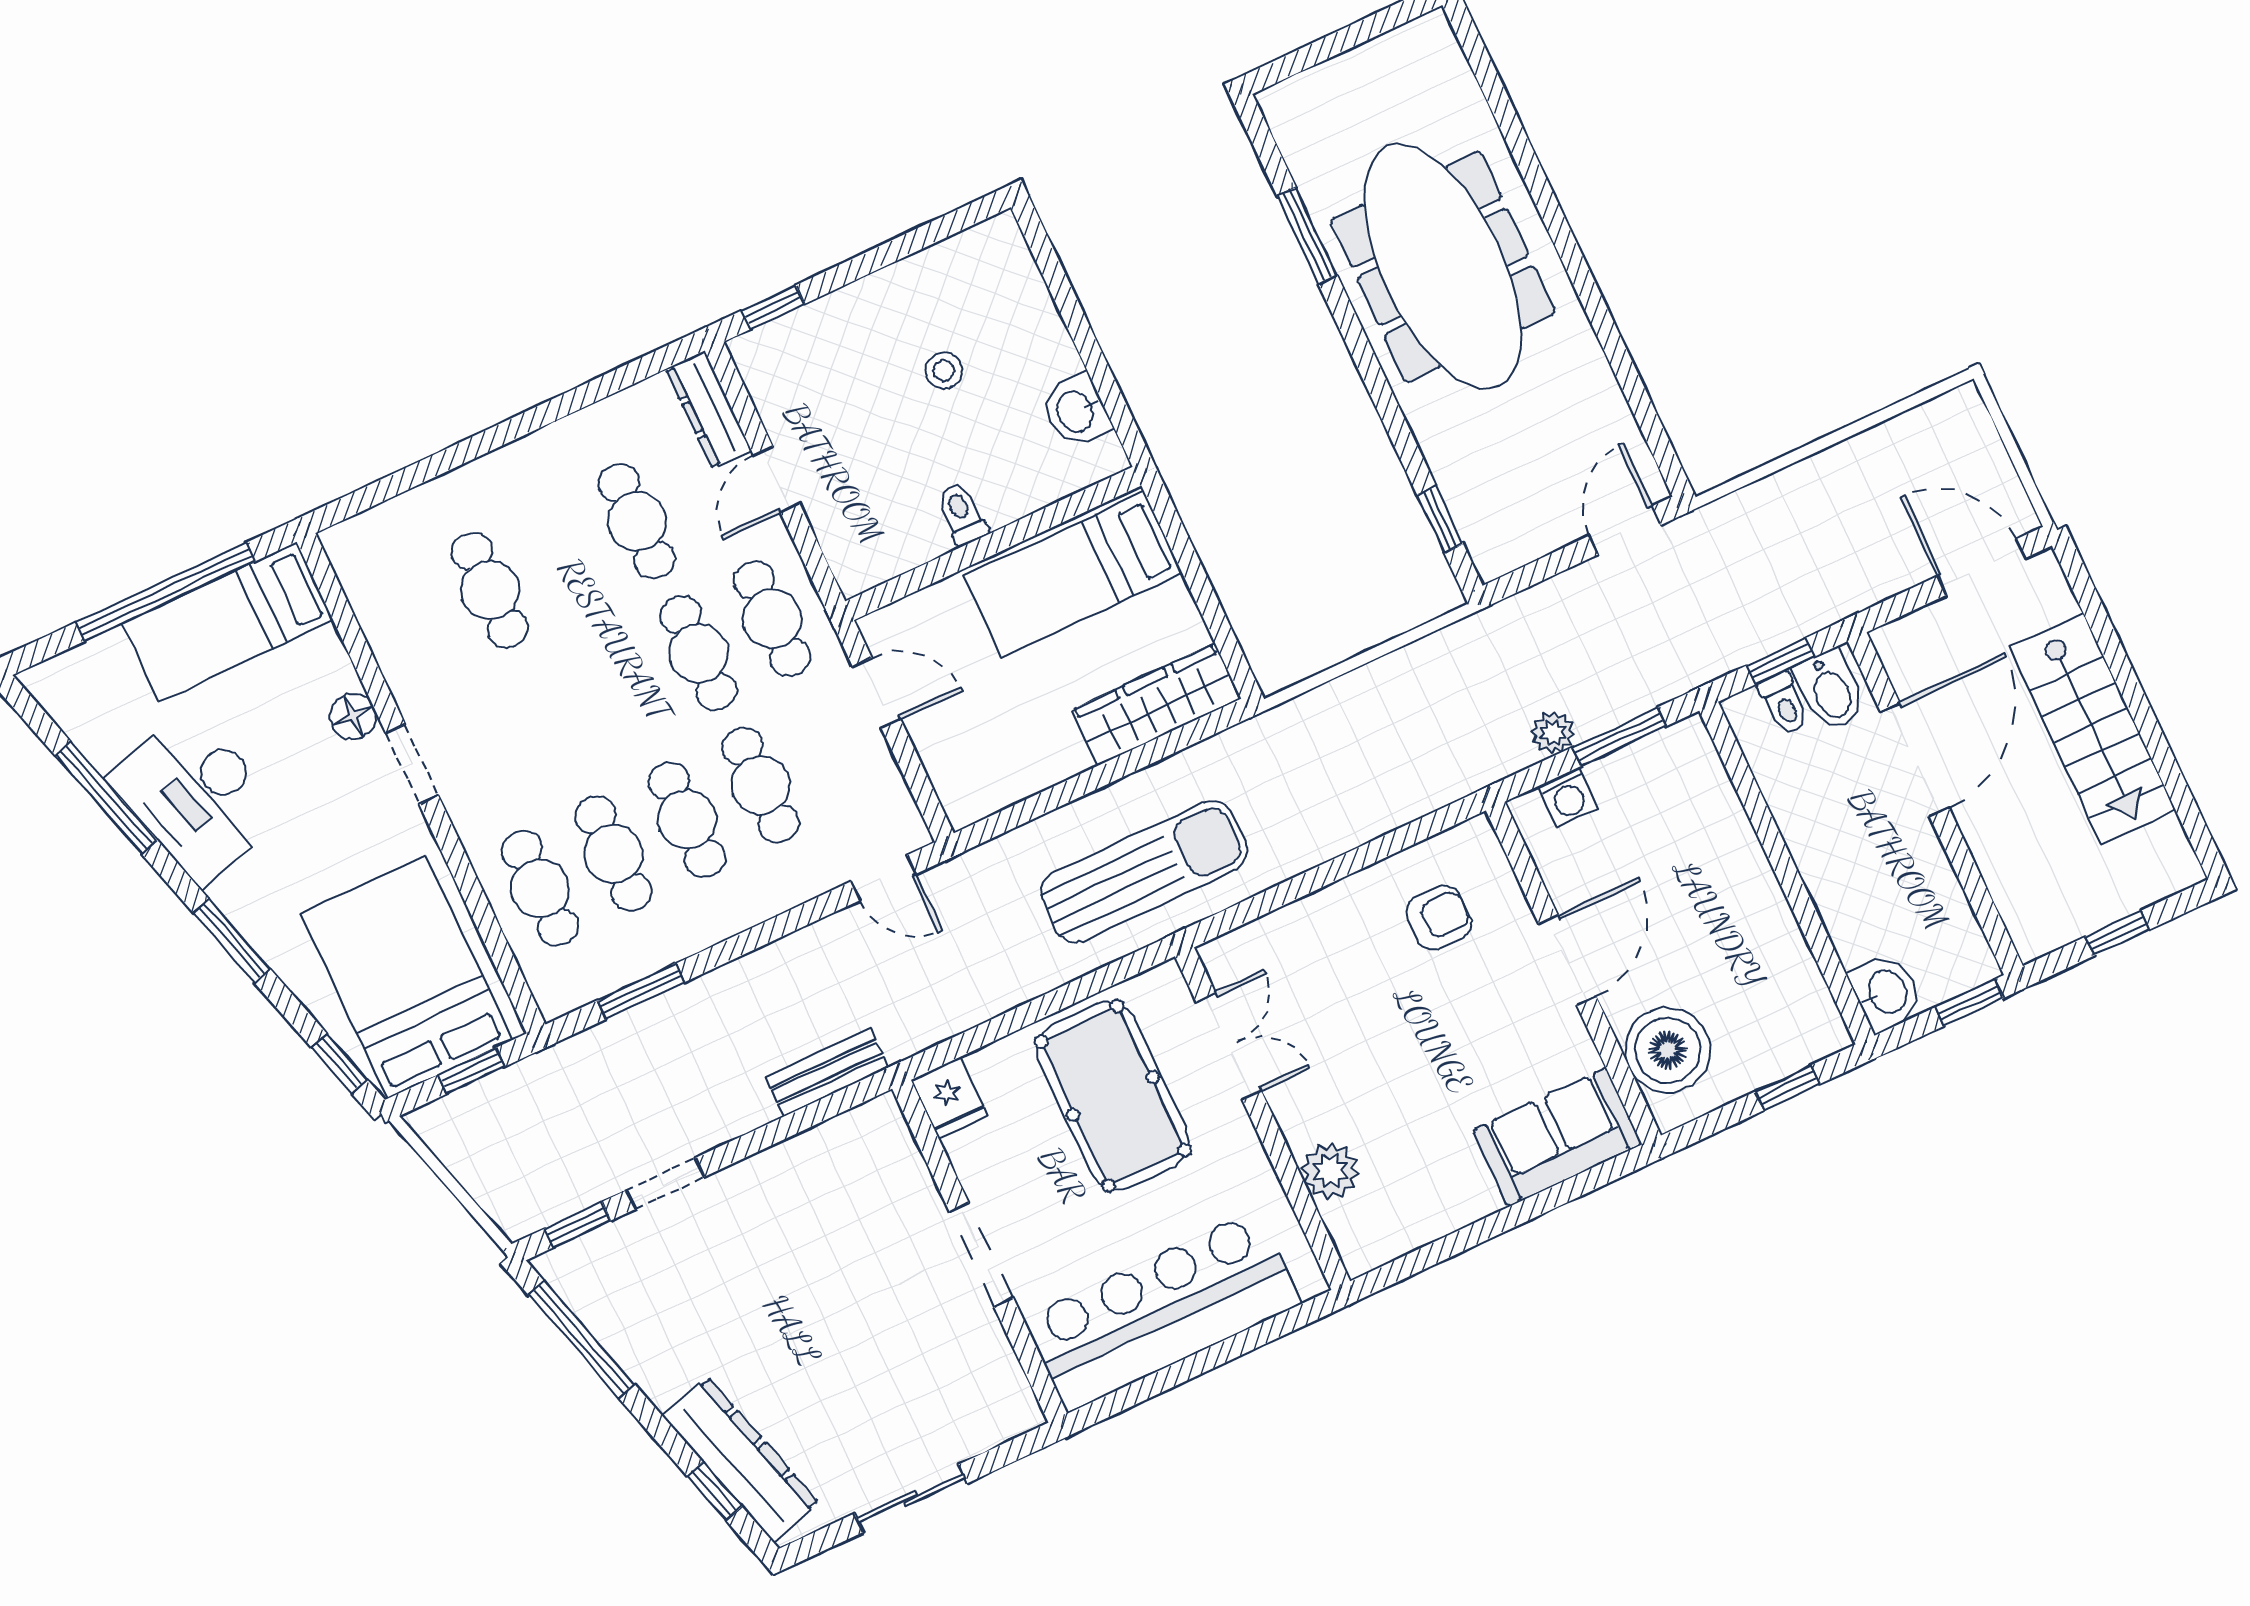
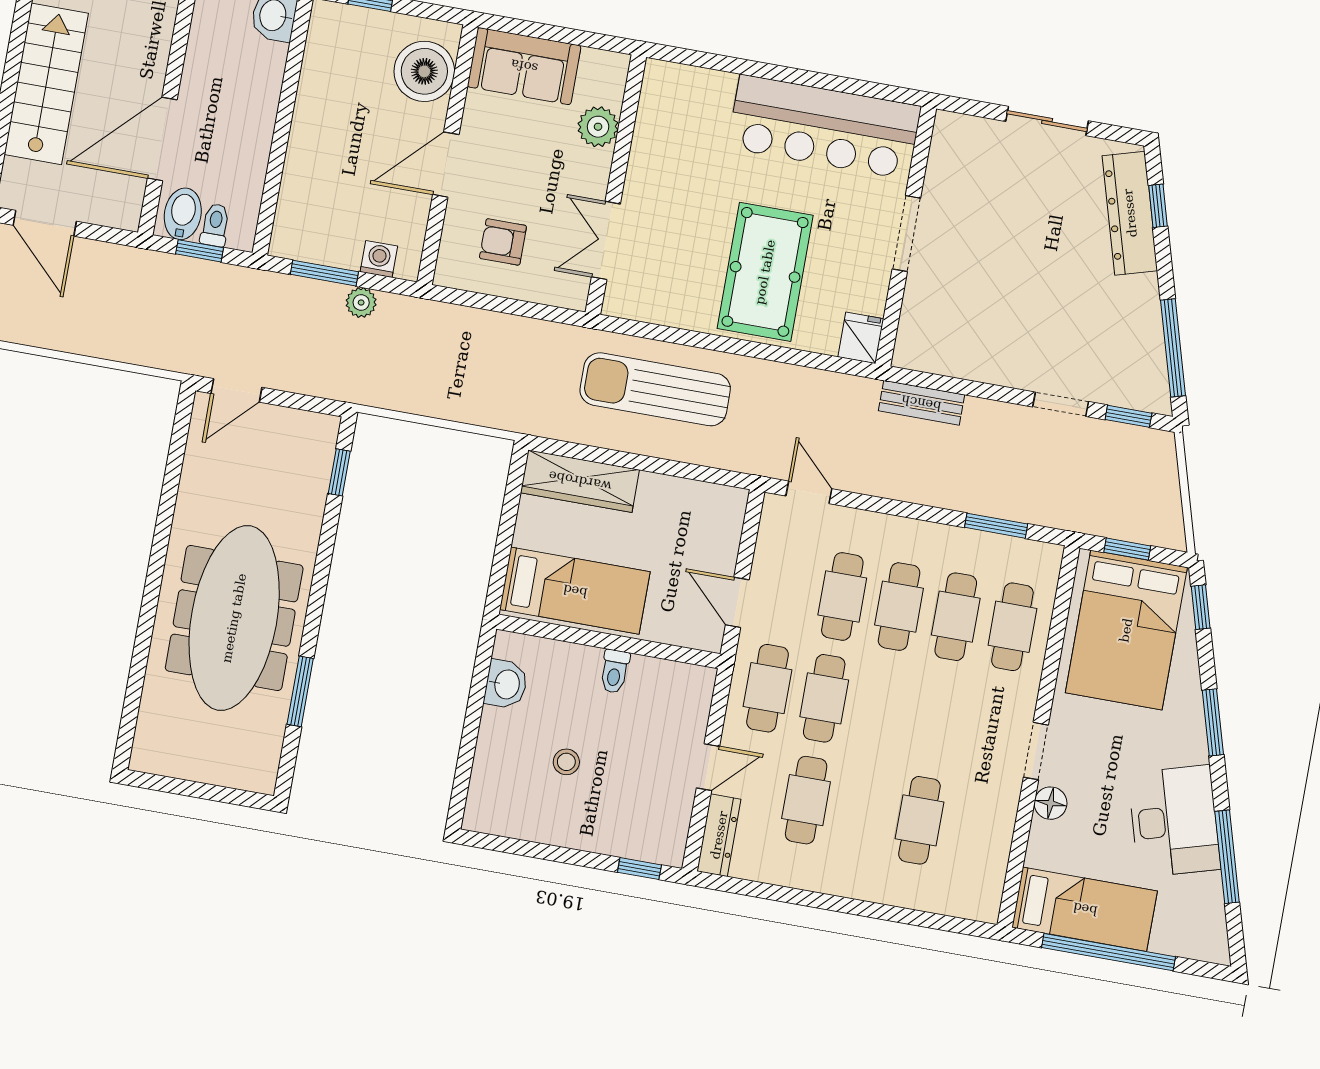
double door: (1229, 1046) -> (606, 240), moved
wall: (1263, 1119) -> (616, 185), moved
plant: (1330, 1171) -> (598, 127), moved

